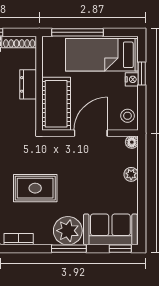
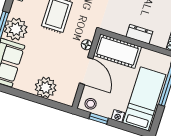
window: (142, 73) -> (99, 119), moved
floor lamp: (132, 142) -> (87, 45), moved
plant: (131, 174) -> (46, 87), width x1.87, depth x1.87

